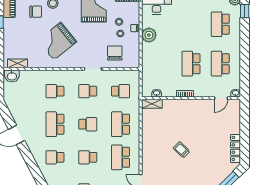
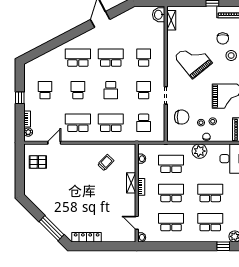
school desk: (191, 24) -> (210, 193), added
school desk: (162, 64) -> (171, 164), added
shelving: (152, 104) -> (131, 183), moved
trolley: (181, 150) -> (106, 163), moved
school desk: (55, 157) -> (78, 58), width x1.85

